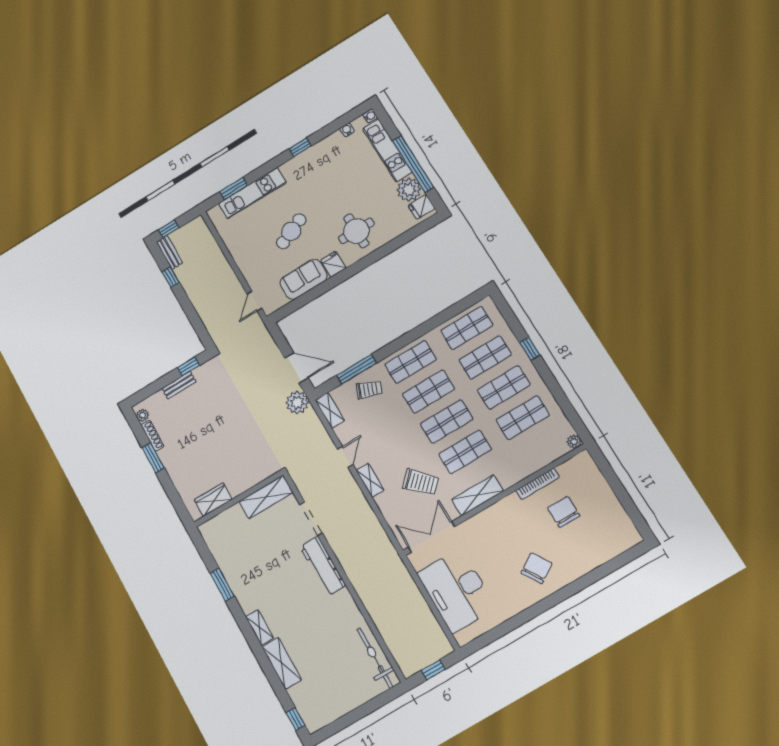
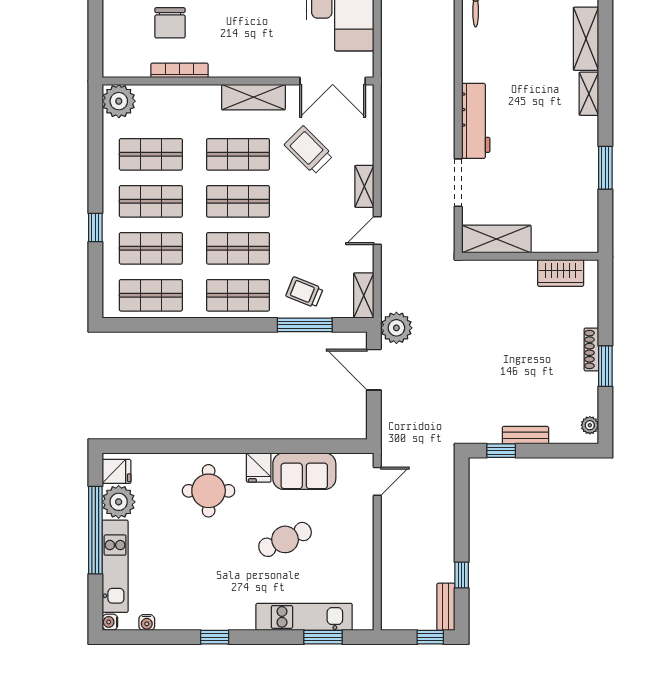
shoe rack: (152, 436) -> (591, 349), moved
plant: (574, 442) -> (119, 101), width x1.87, depth x1.87

